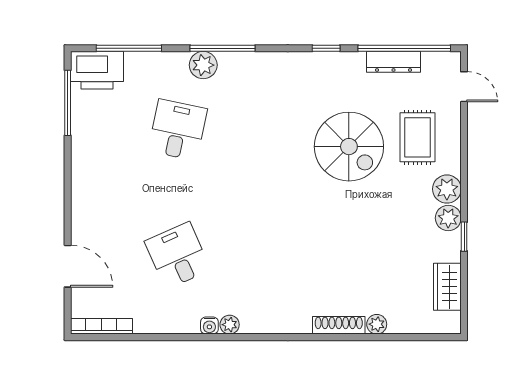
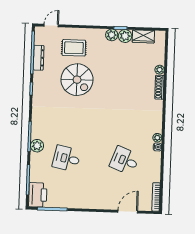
spiral stairs: (349, 147) -> (77, 80), turned 90
plant: (447, 189) -> (125, 36), moved
desk: (178, 256) -> (125, 161), turned 45

